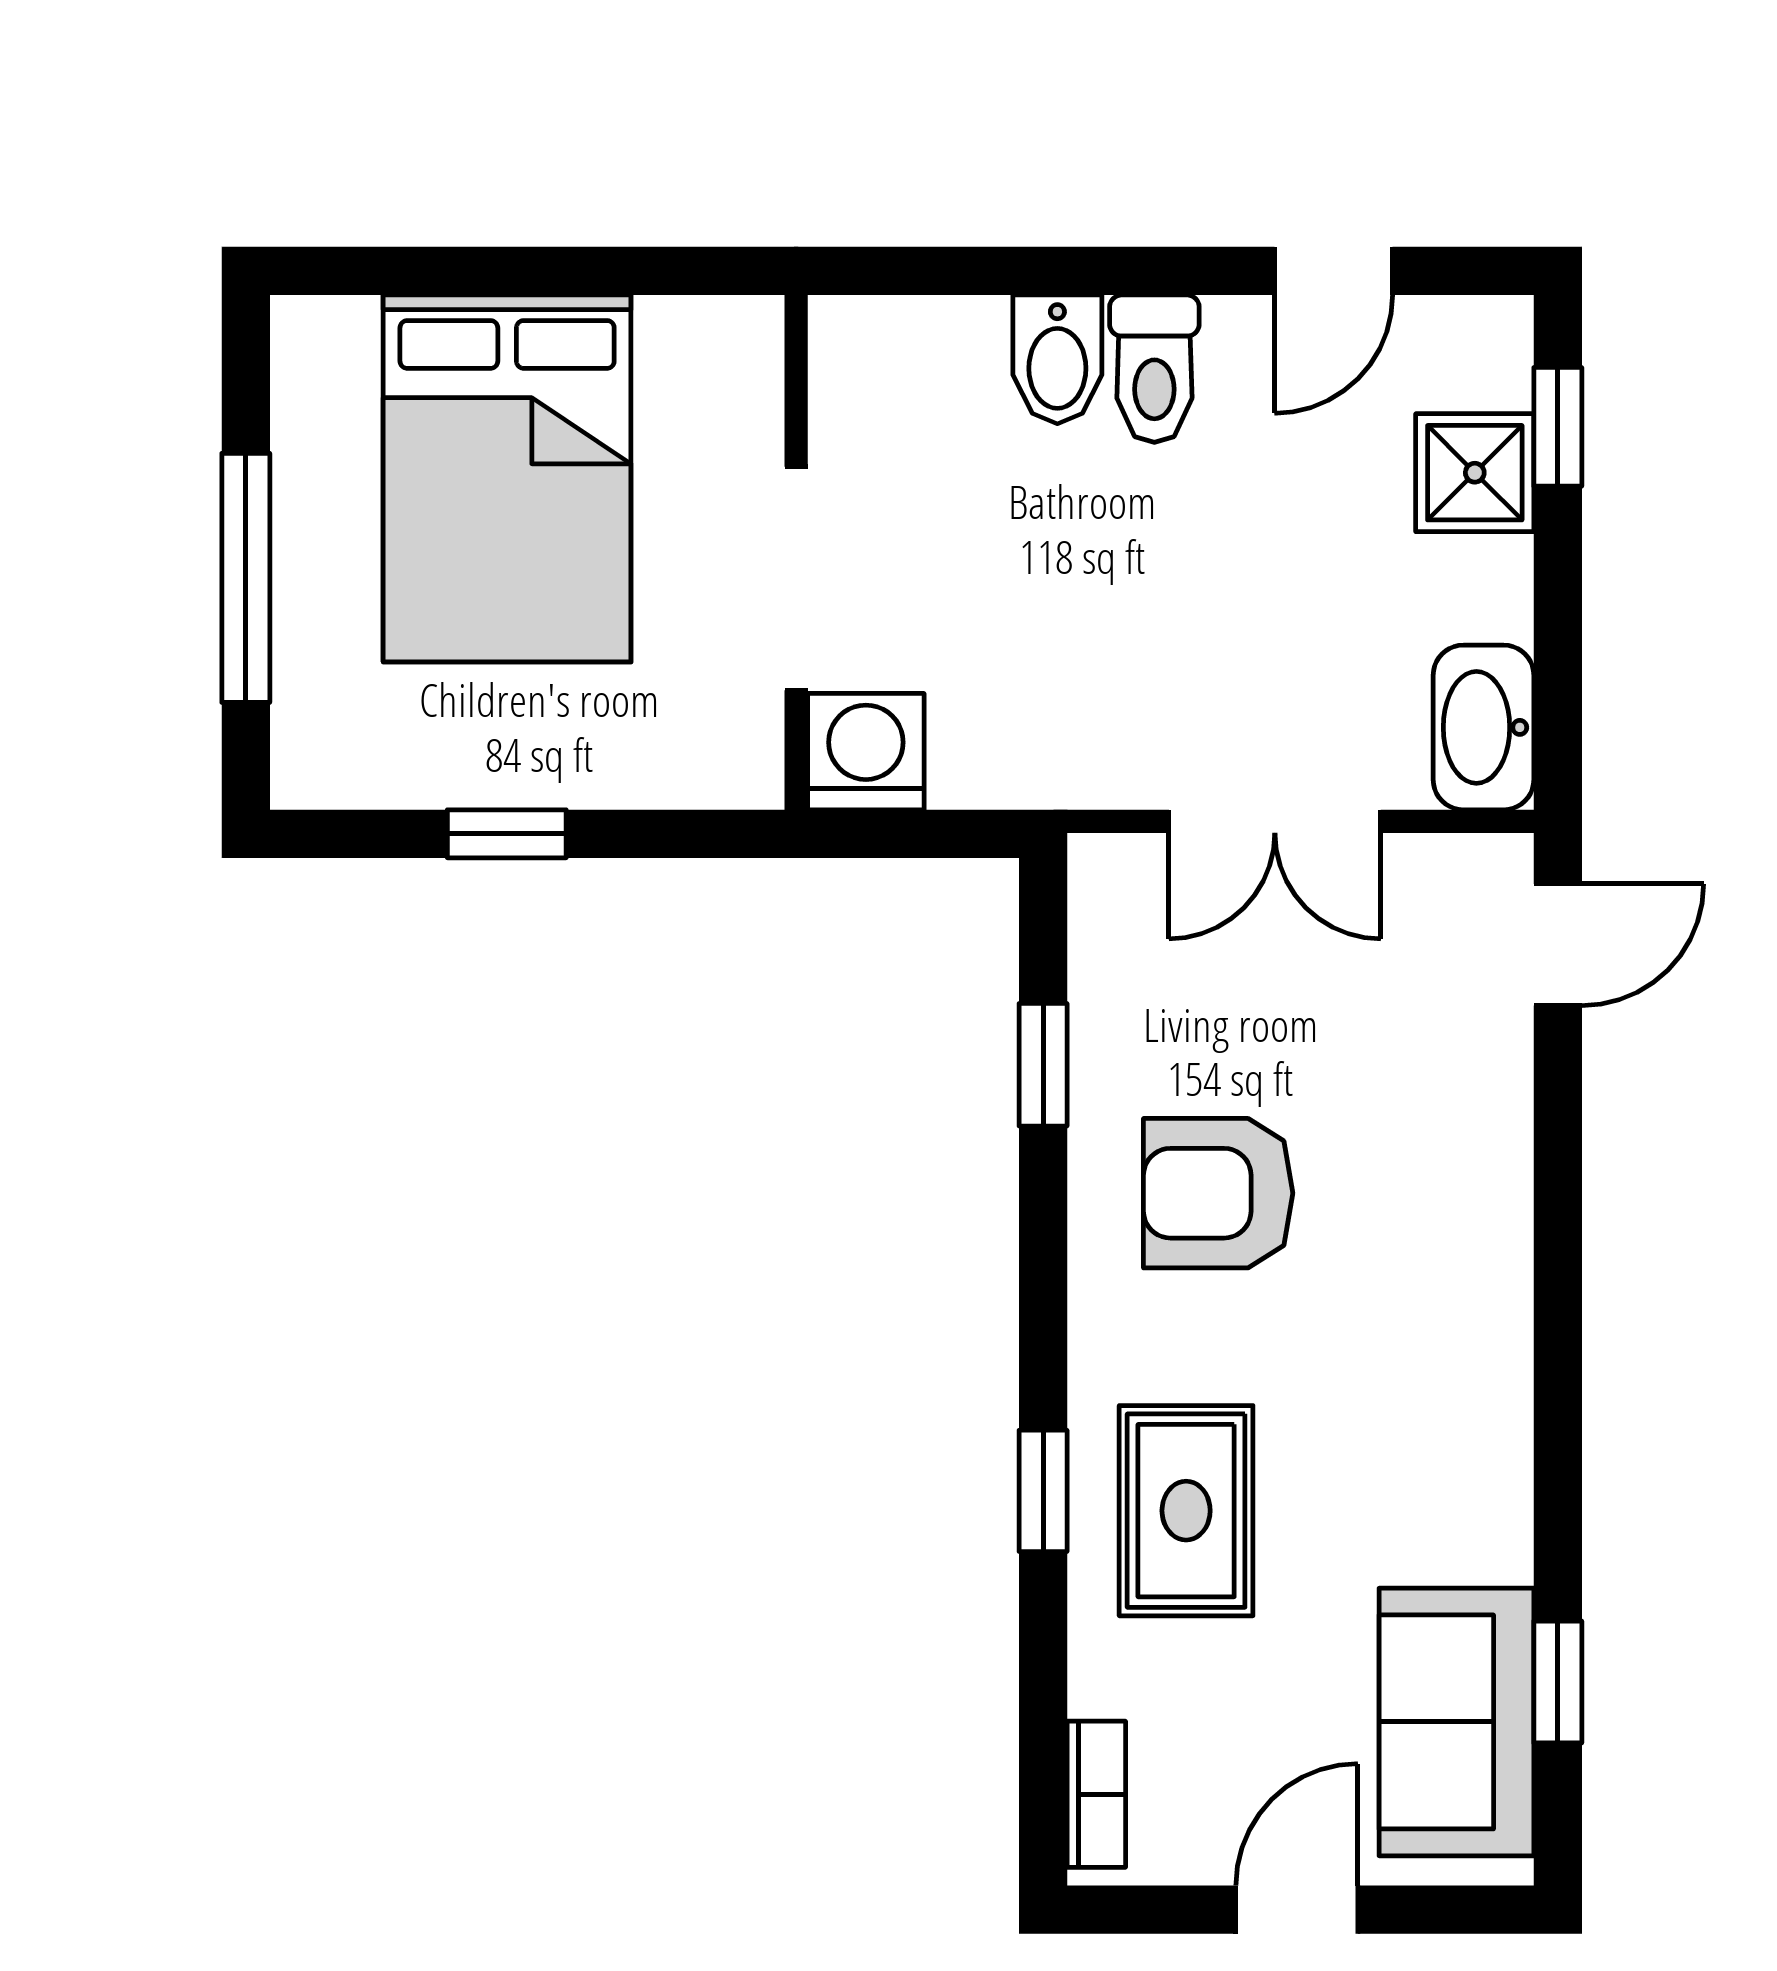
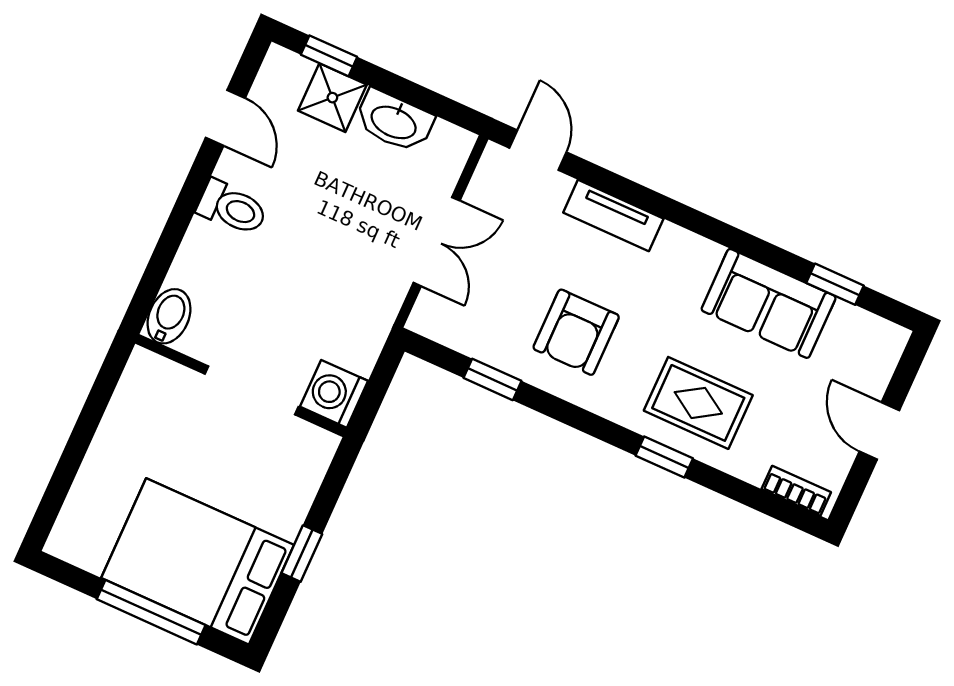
bidet: (1057, 359) -> (169, 316), moved, turned -90
bed: (507, 478) -> (198, 561), moved, turned 180
washbasin: (1484, 727) -> (394, 121), moved
tv unit: (1493, 1161) -> (613, 216), added
sofa: (1456, 1722) -> (769, 303), moved

